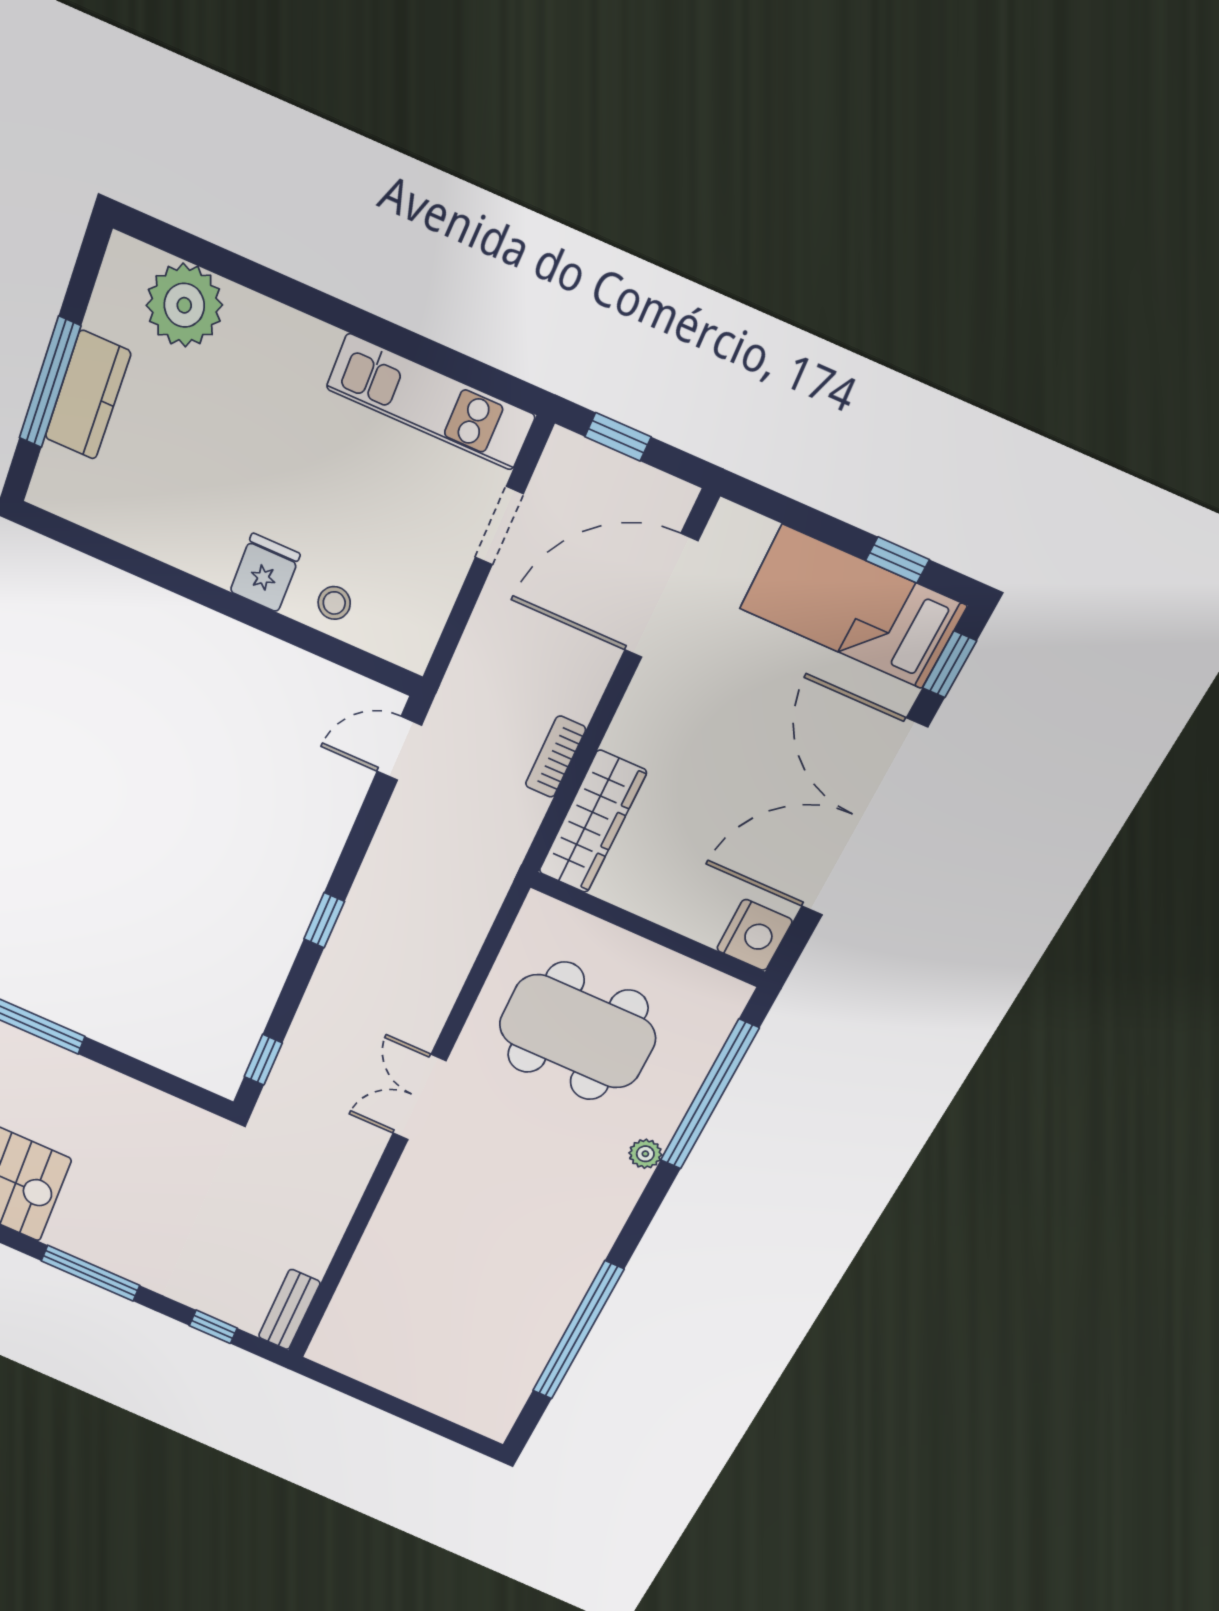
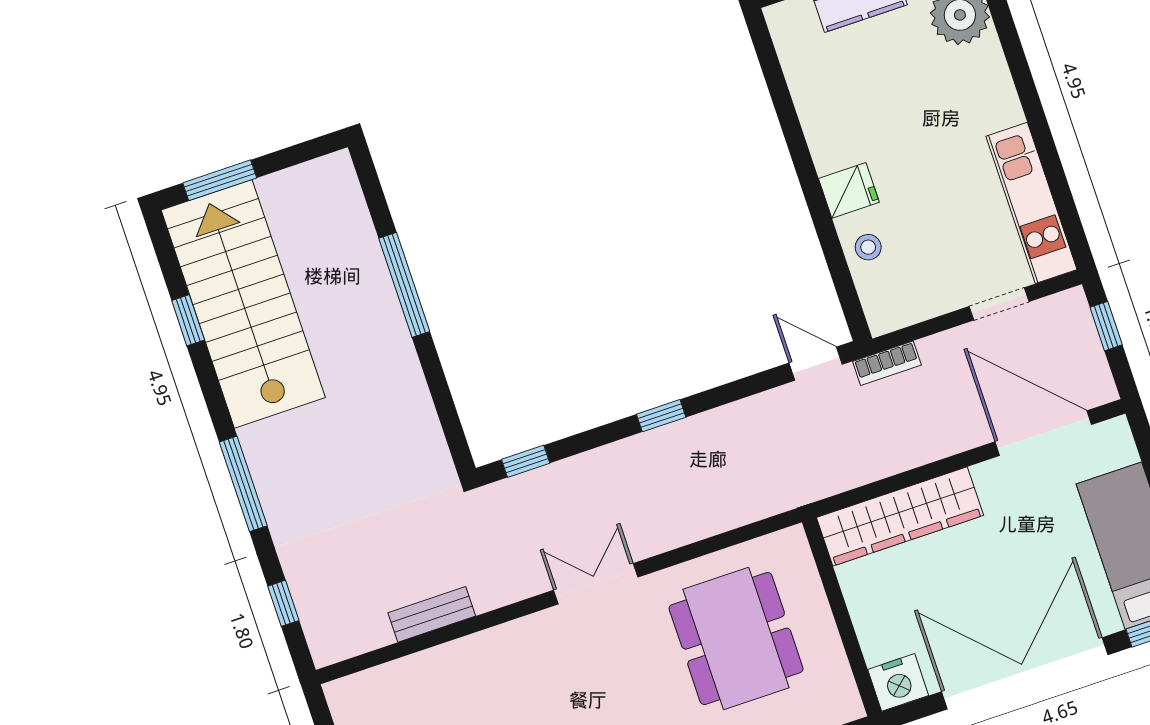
bookcase: (555, 757) -> (887, 363), moved, turned 180
wardrobe: (592, 822) -> (900, 516), width x1.40, depth x1.17
bench: (289, 1310) -> (432, 614), moved

